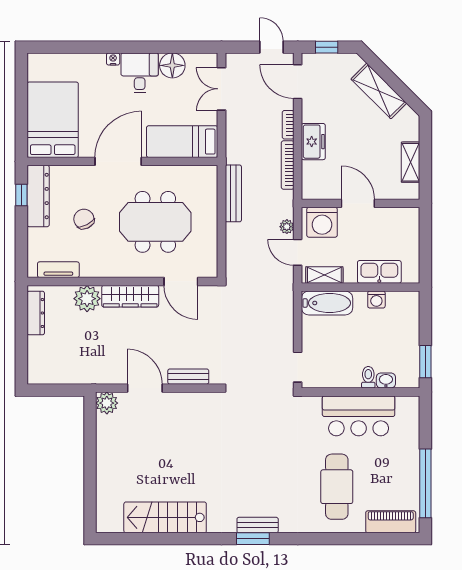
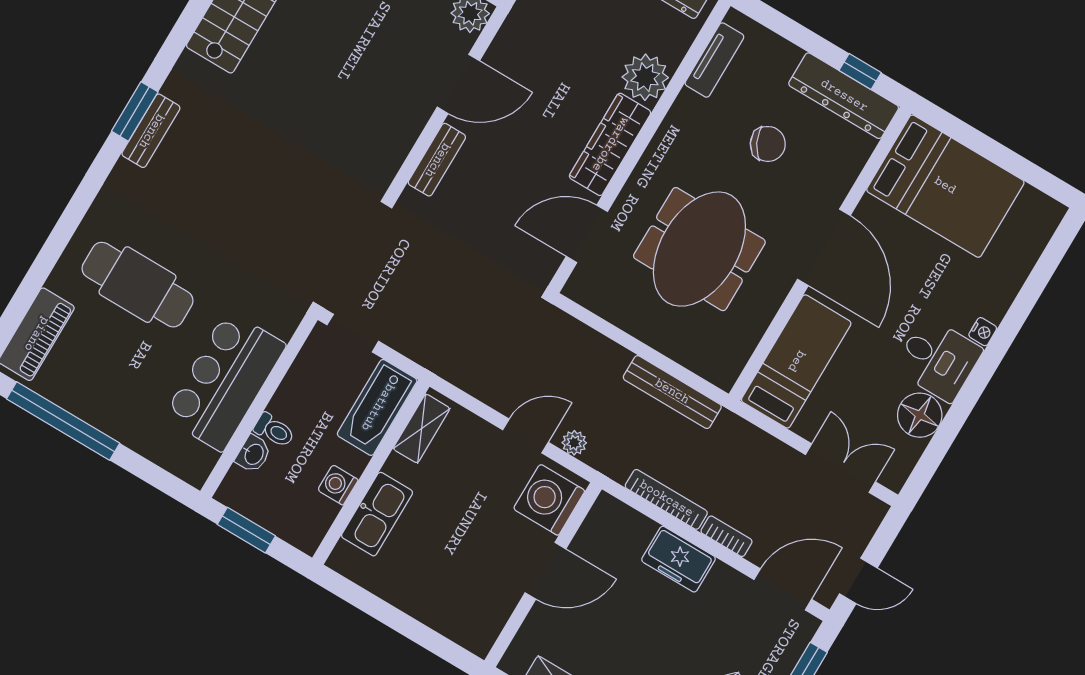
kitchen sink: (379, 272) -> (377, 514), moved
shelving: (324, 275) -> (422, 429), moved
wall: (361, 287) -> (371, 472), moved
washing machine: (376, 300) -> (338, 485), moved
bathtub: (327, 303) -> (377, 407), moved

